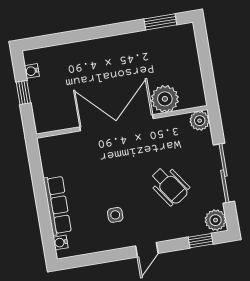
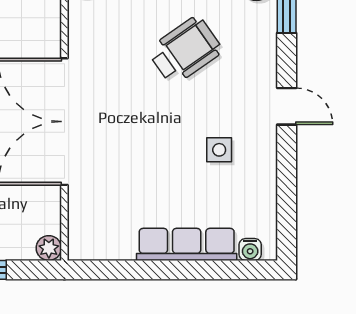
plant: (165, 99) -> (49, 248), moved, width x0.53, depth x0.53

